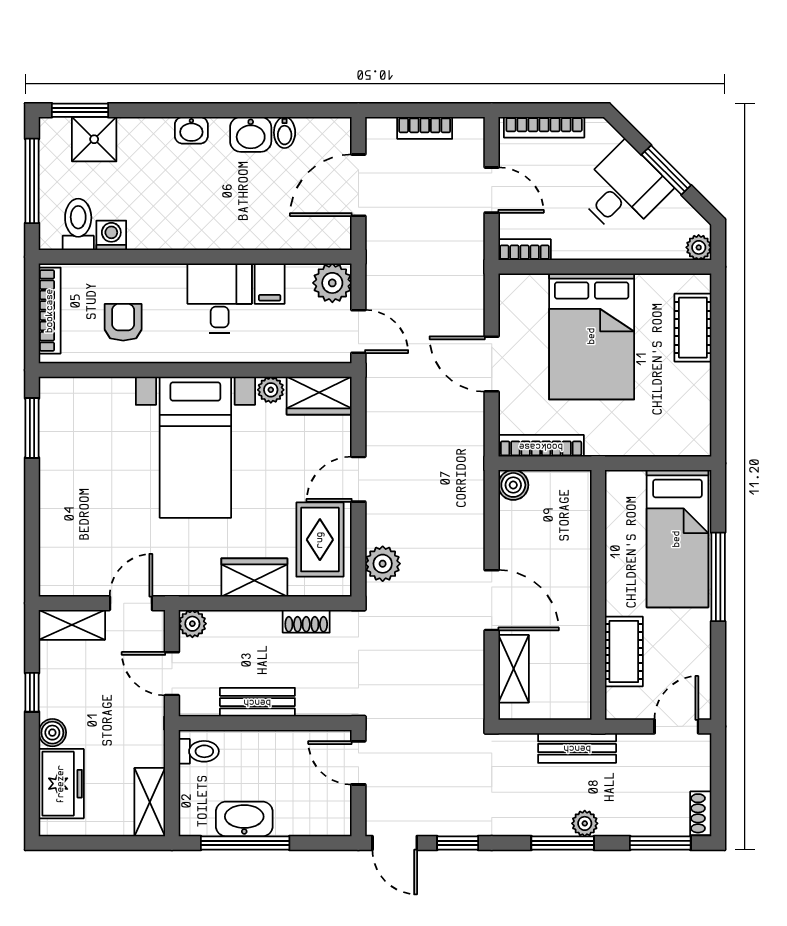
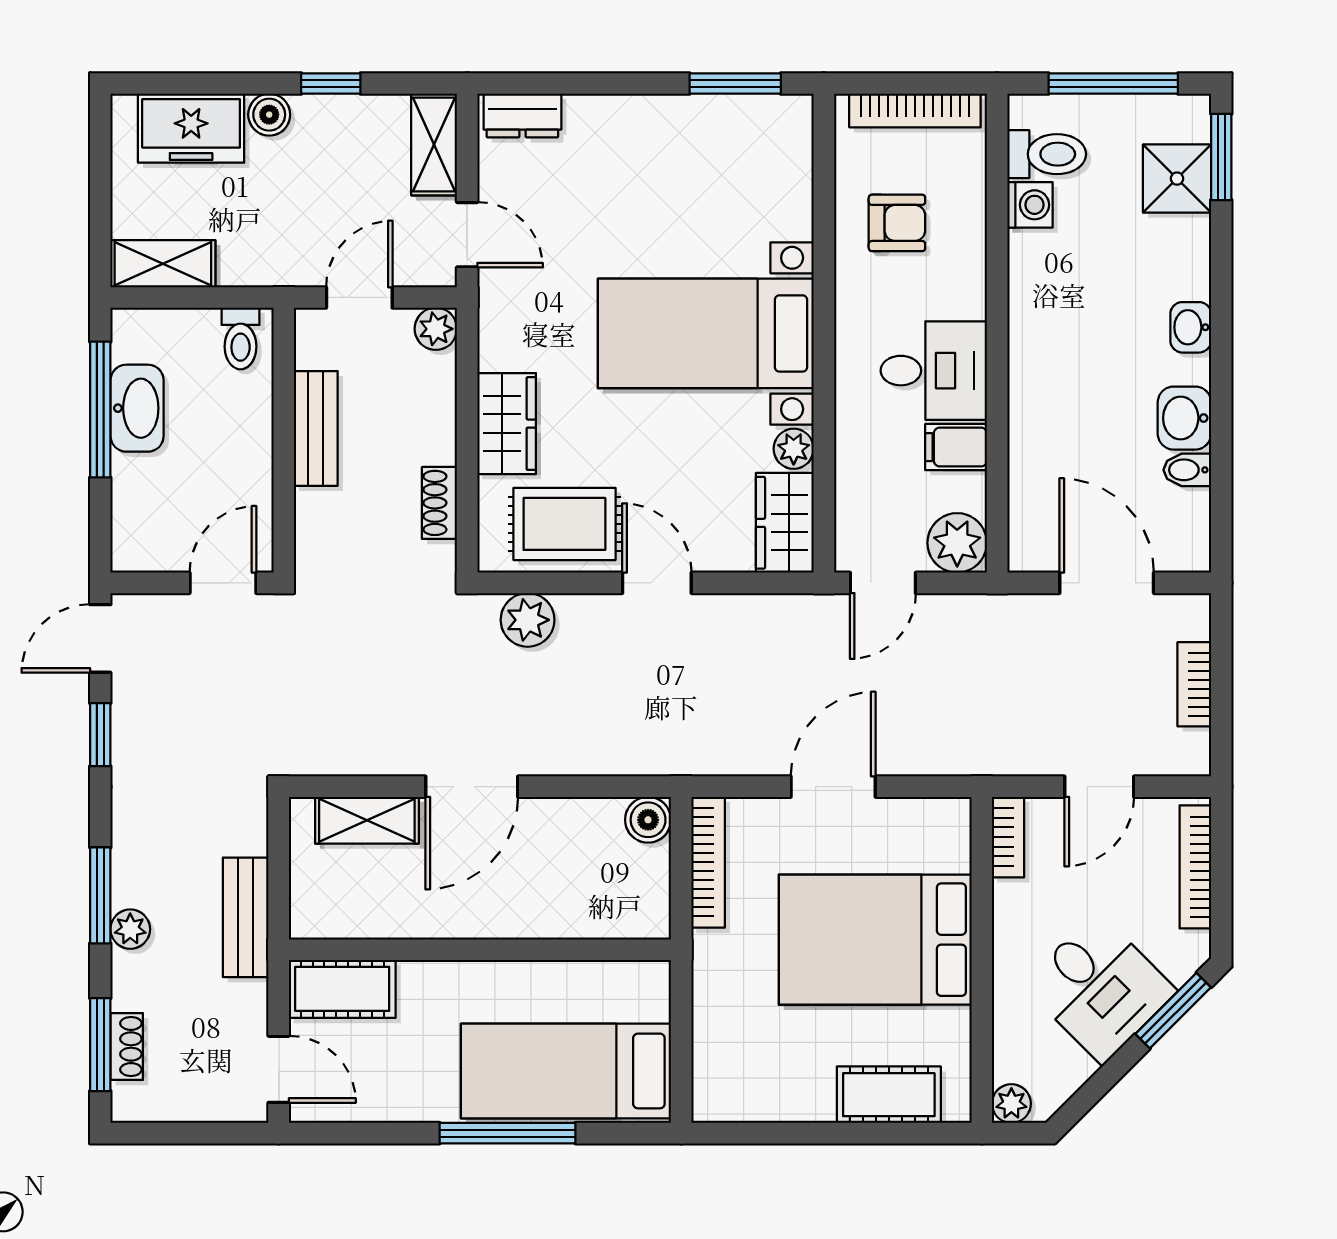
window: (666, 170) -> (1173, 1011), moved
dresser: (53, 567) -> (522, 116), added
cot: (624, 652) -> (342, 989), moved
shoe rack: (701, 813) -> (127, 1046), moved, turned 90

